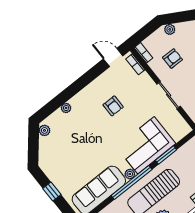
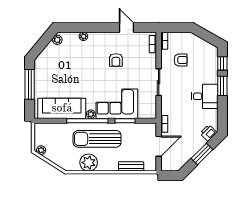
plant: (170, 29) -> (194, 39), removed
door: (113, 57) -> (127, 28), moved
window: (52, 192) -> (30, 84), width x2.17

